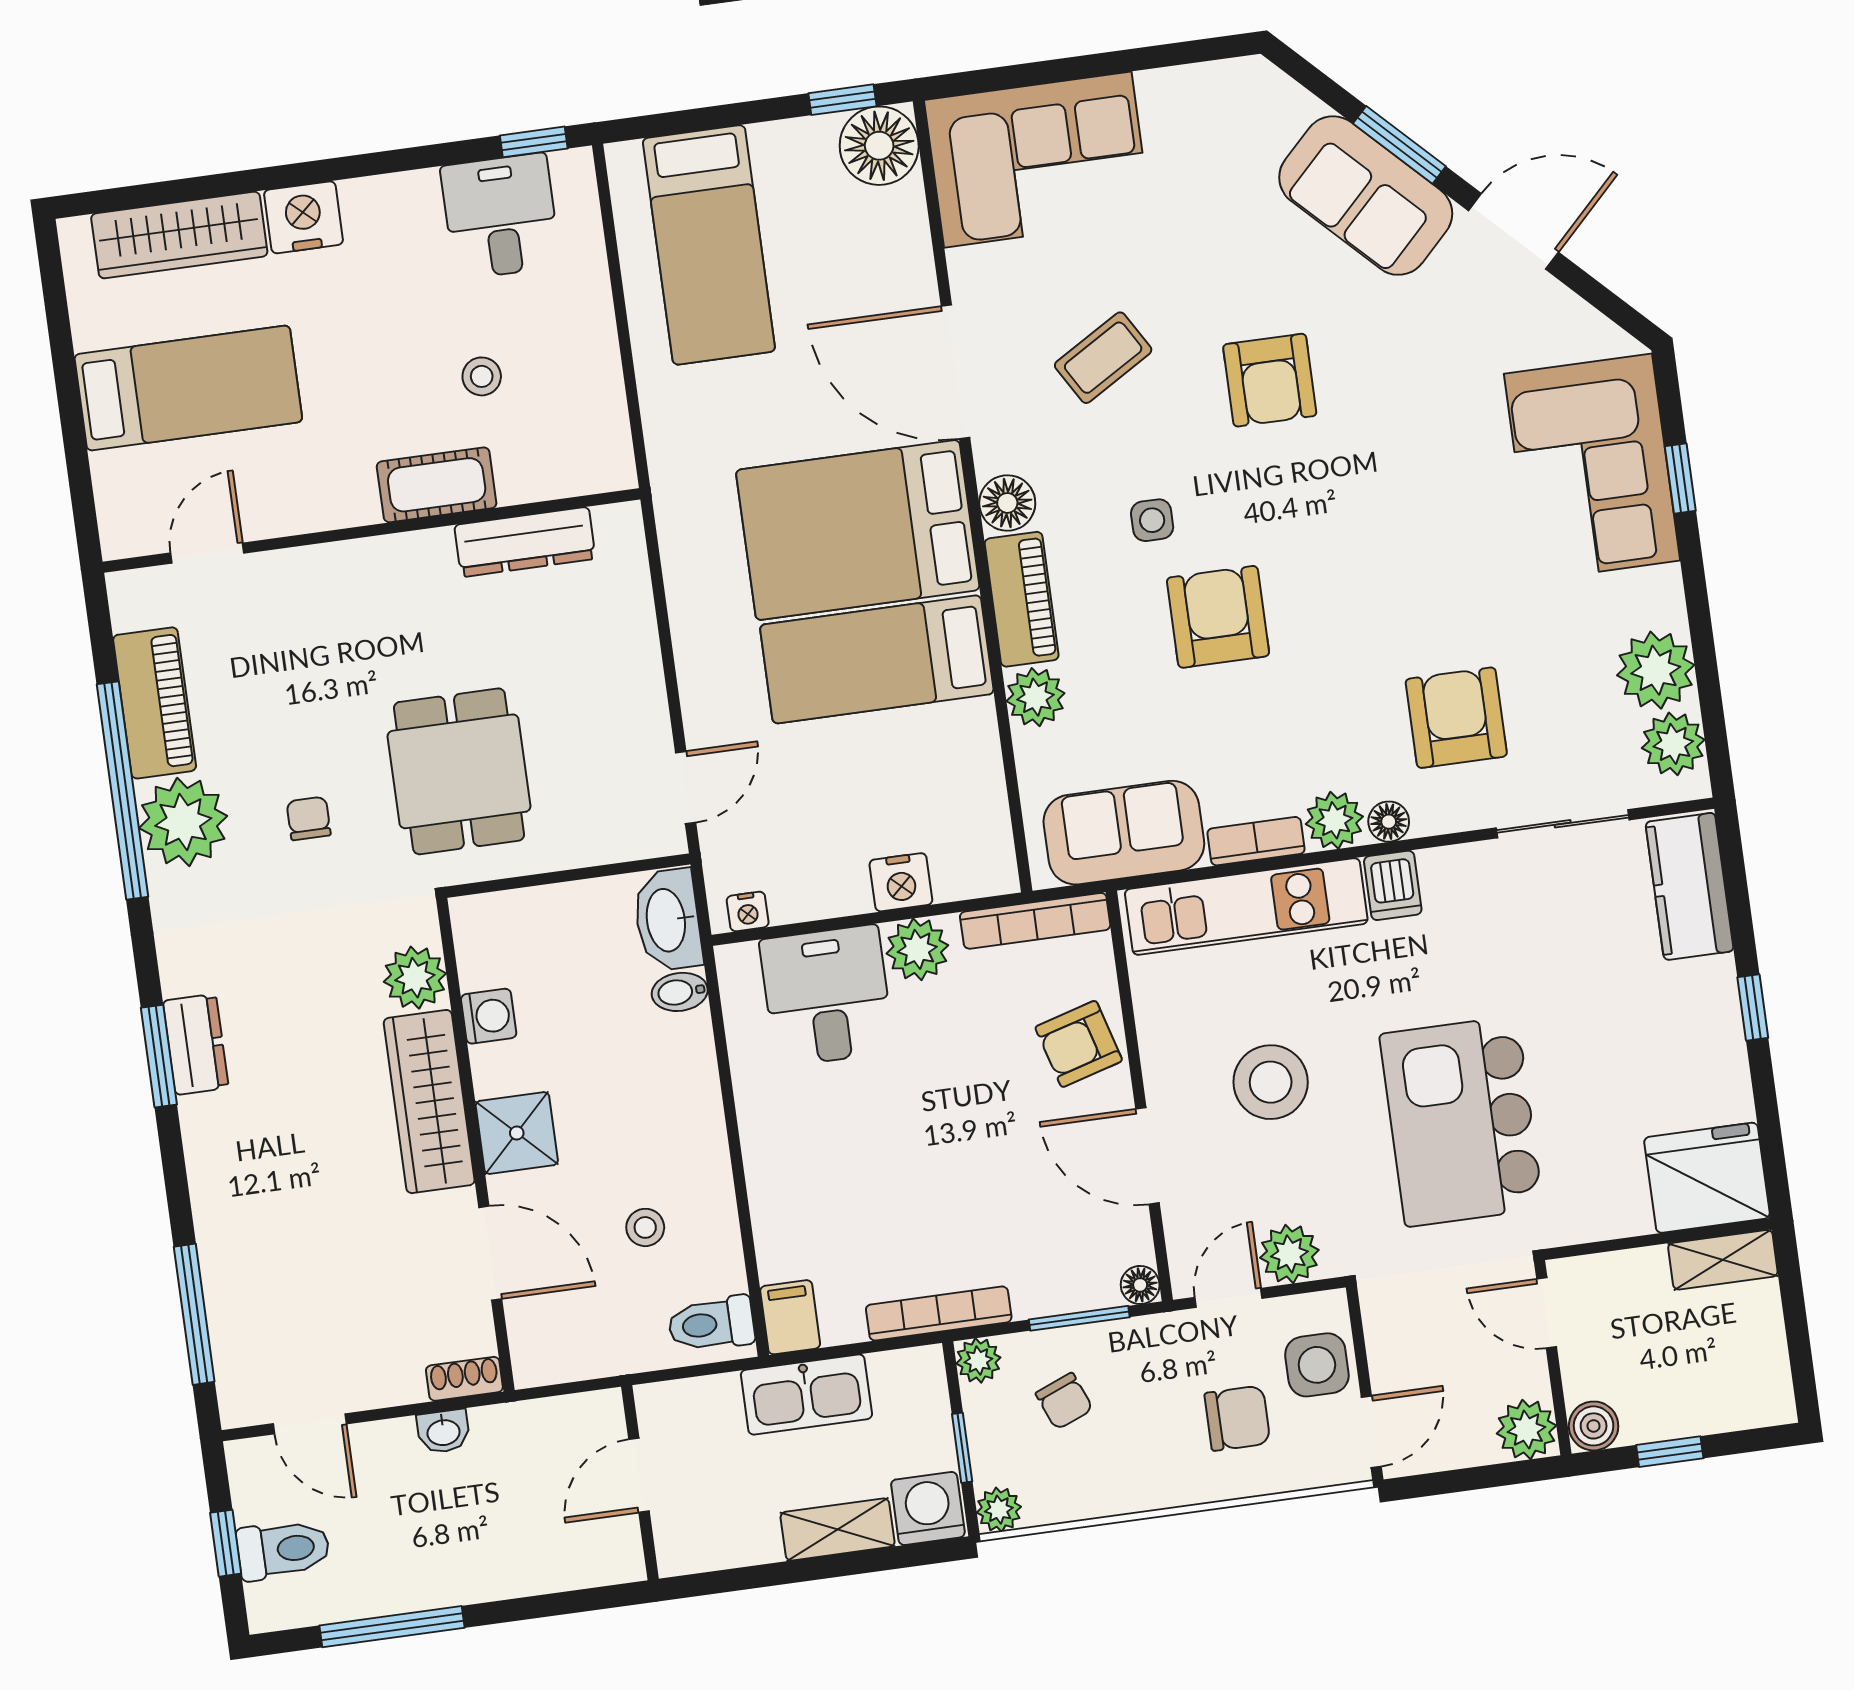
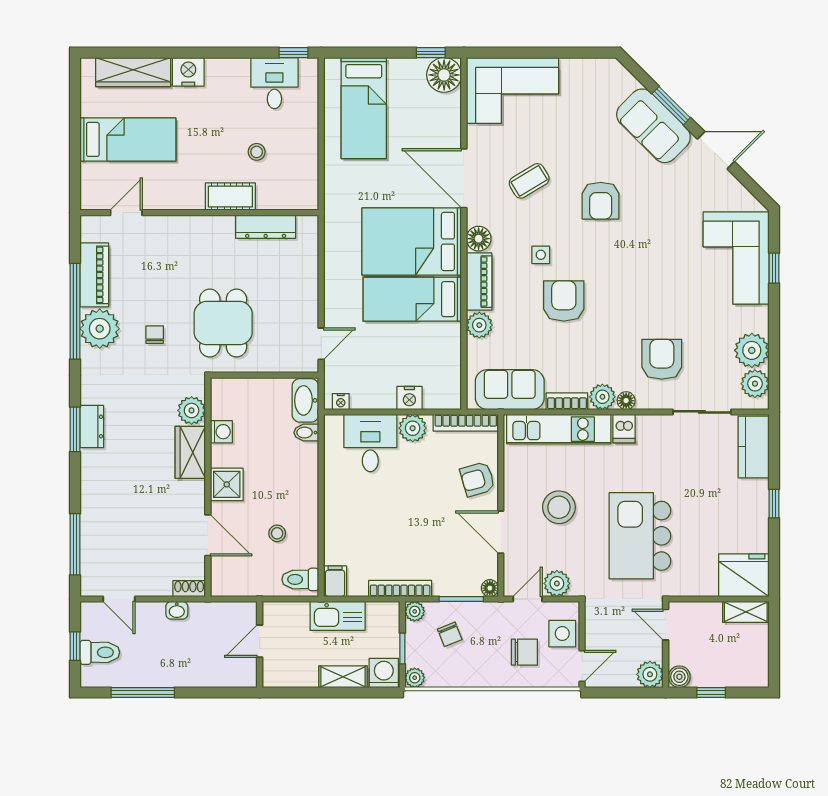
wardrobe: (429, 1102) -> (190, 452), width x0.67

